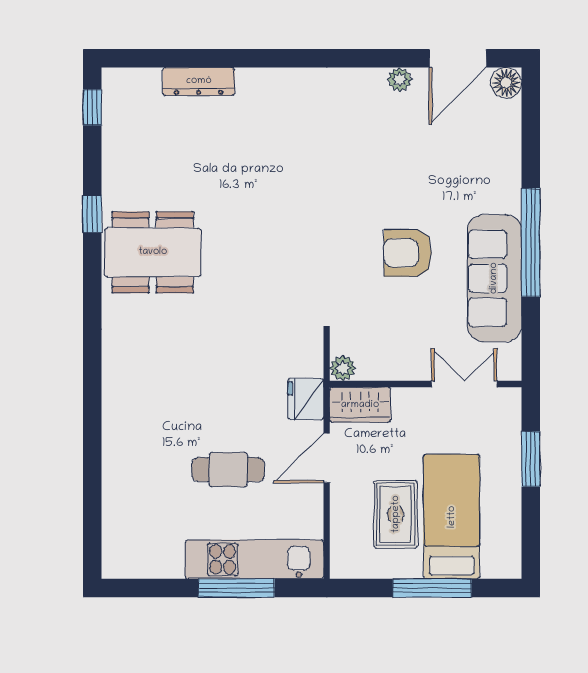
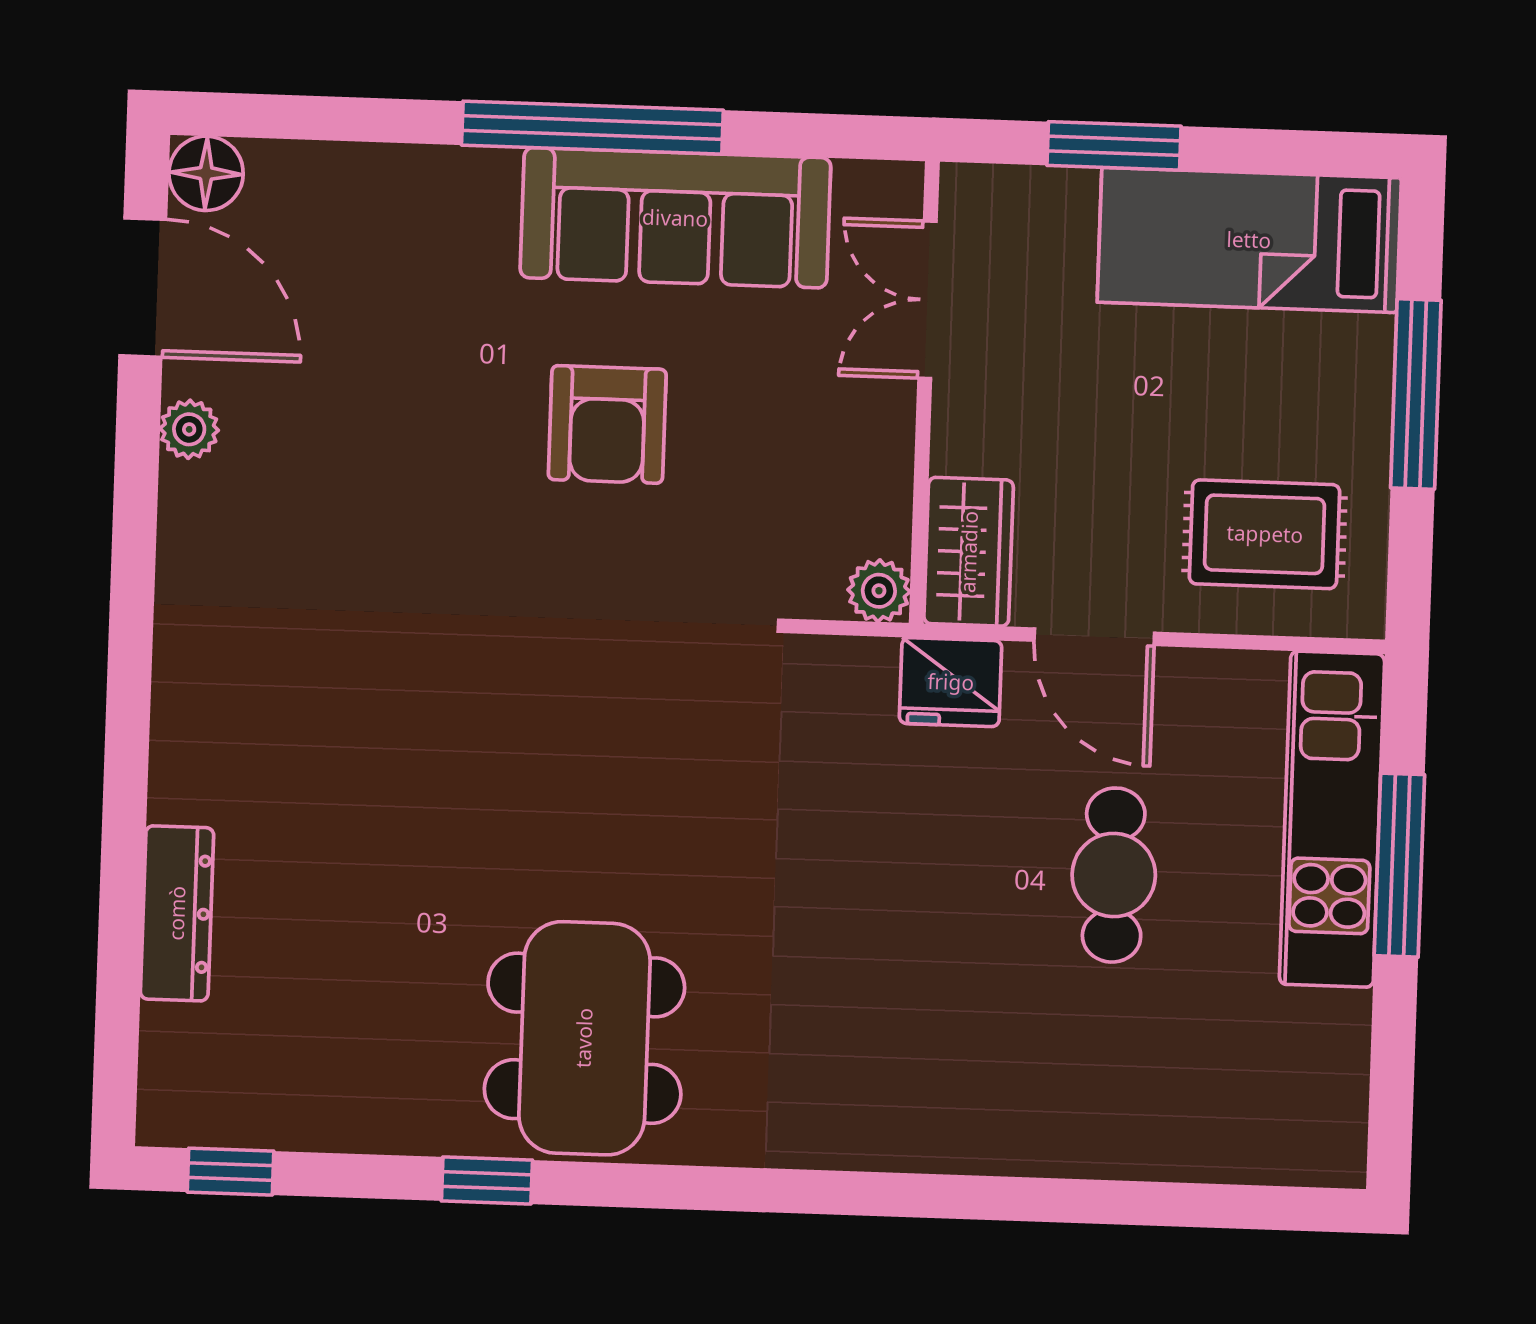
rug: (396, 514) -> (1265, 534), moved
bed: (452, 517) -> (1249, 240), moved

